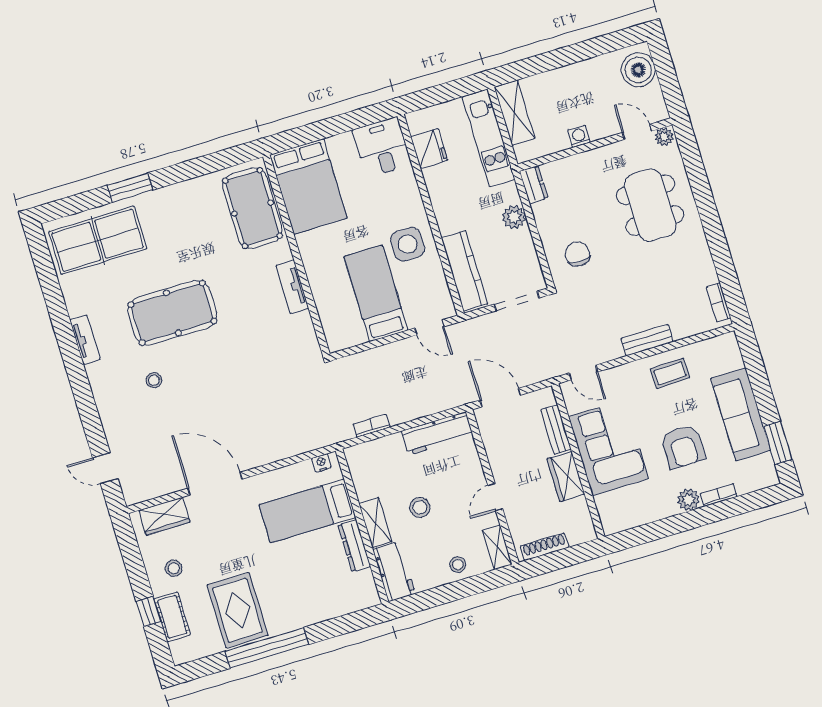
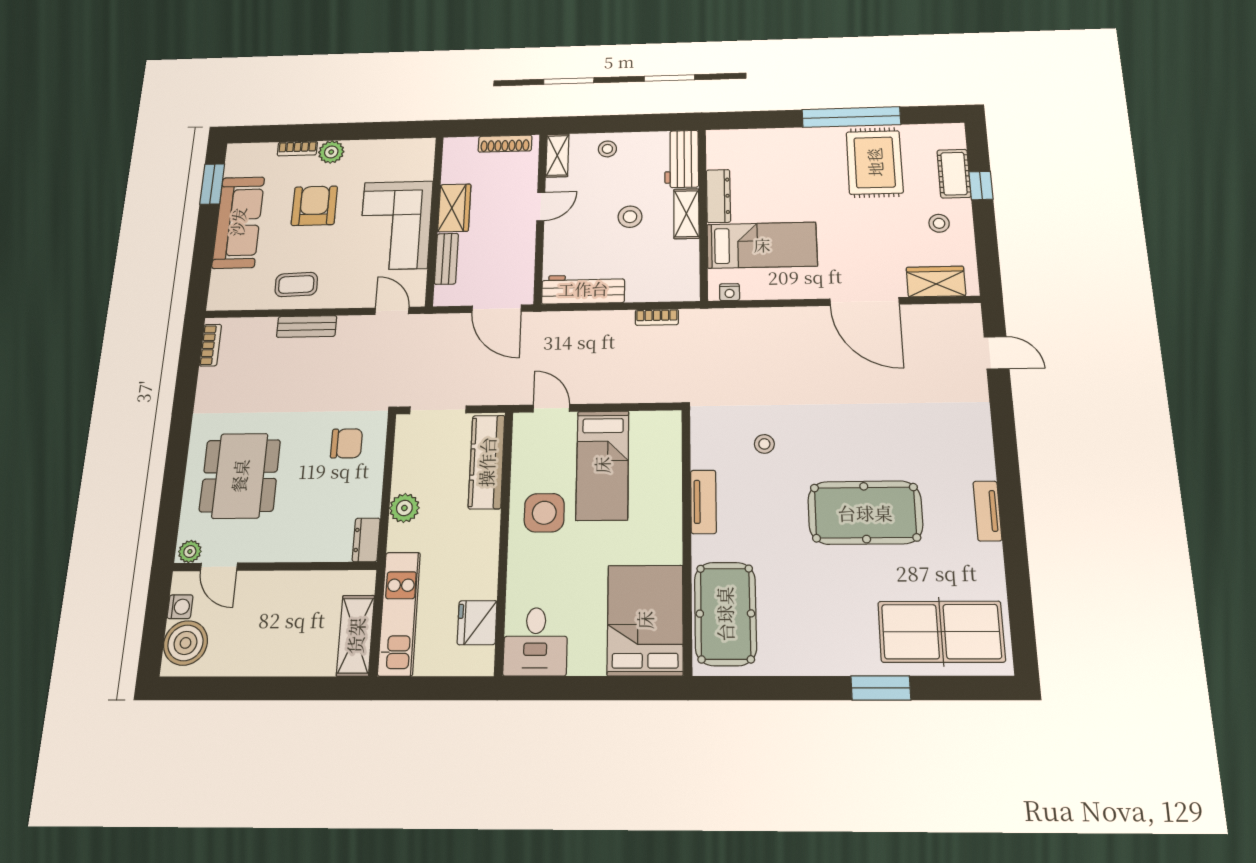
washing machine: (579, 136) -> (180, 607), moved, turned -90
chair: (578, 254) -> (347, 443), turned -90
stool: (154, 380) -> (764, 444), moved

